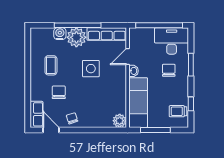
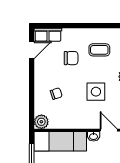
chair: (72, 118) -> (56, 94), moved

